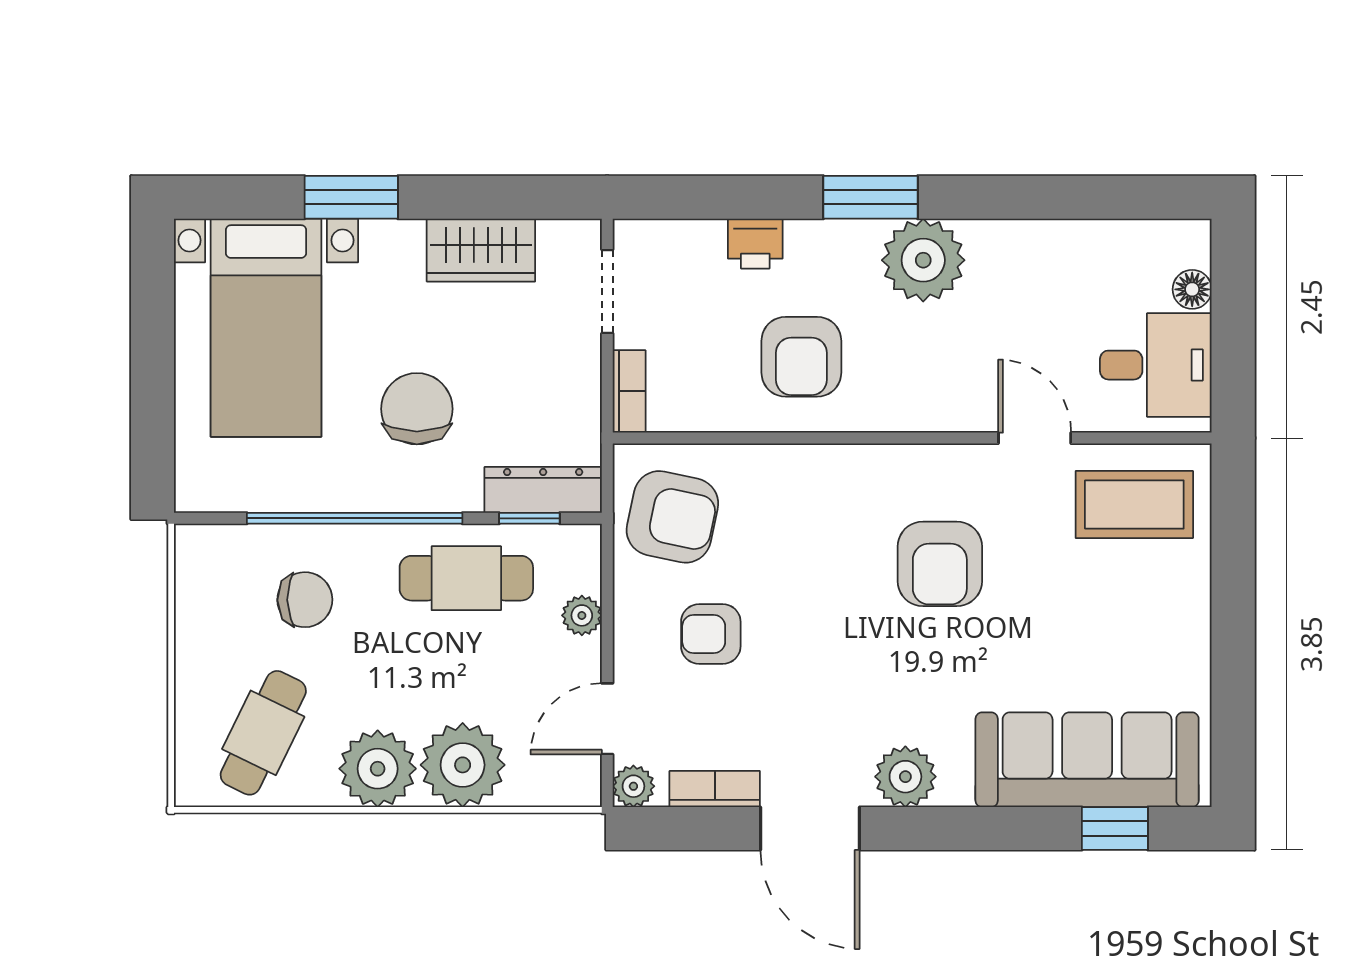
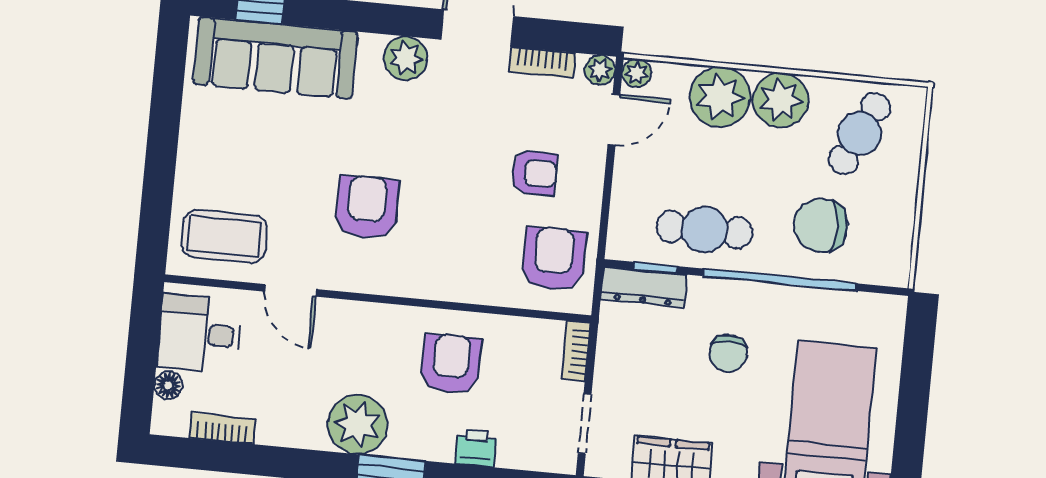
bookcase: (1111, 236) -> (223, 428), added
chair: (417, 409) -> (728, 353), width x0.73, depth x0.73
armchair: (672, 517) -> (554, 259), turned 78
chair: (305, 600) -> (821, 225), width x1.37, depth x1.37
plant: (582, 615) -> (637, 73), moved

